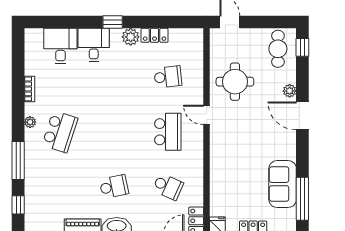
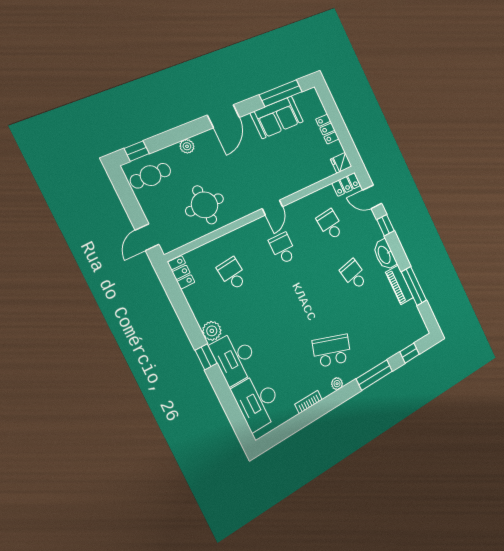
locker: (155, 35) -> (181, 272), moved
desk: (94, 45) -> (235, 358), width x1.37
desk: (60, 46) -> (258, 402), width x1.37
door: (207, 115) -> (272, 208), moved
door: (302, 116) -> (223, 116), moved
school desk: (168, 132) -> (283, 248), width x0.54
school desk: (168, 187) -> (330, 224), turned -30

